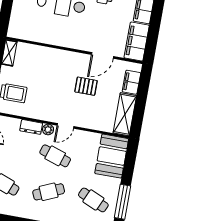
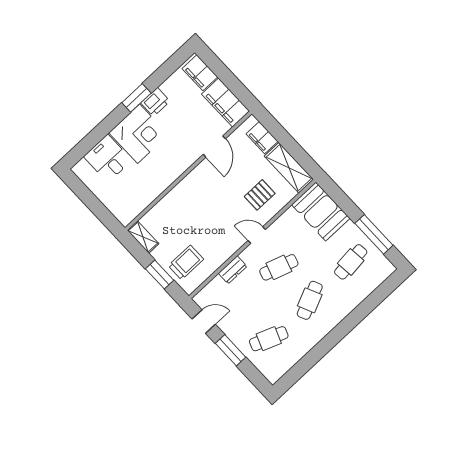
pallet: (86, 86) -> (260, 195), moved
door: (65, 126) -> (257, 235), swing flipped
plant: (48, 130) -> (248, 255), removed
cafe table: (93, 200) -> (351, 262), turned -30

